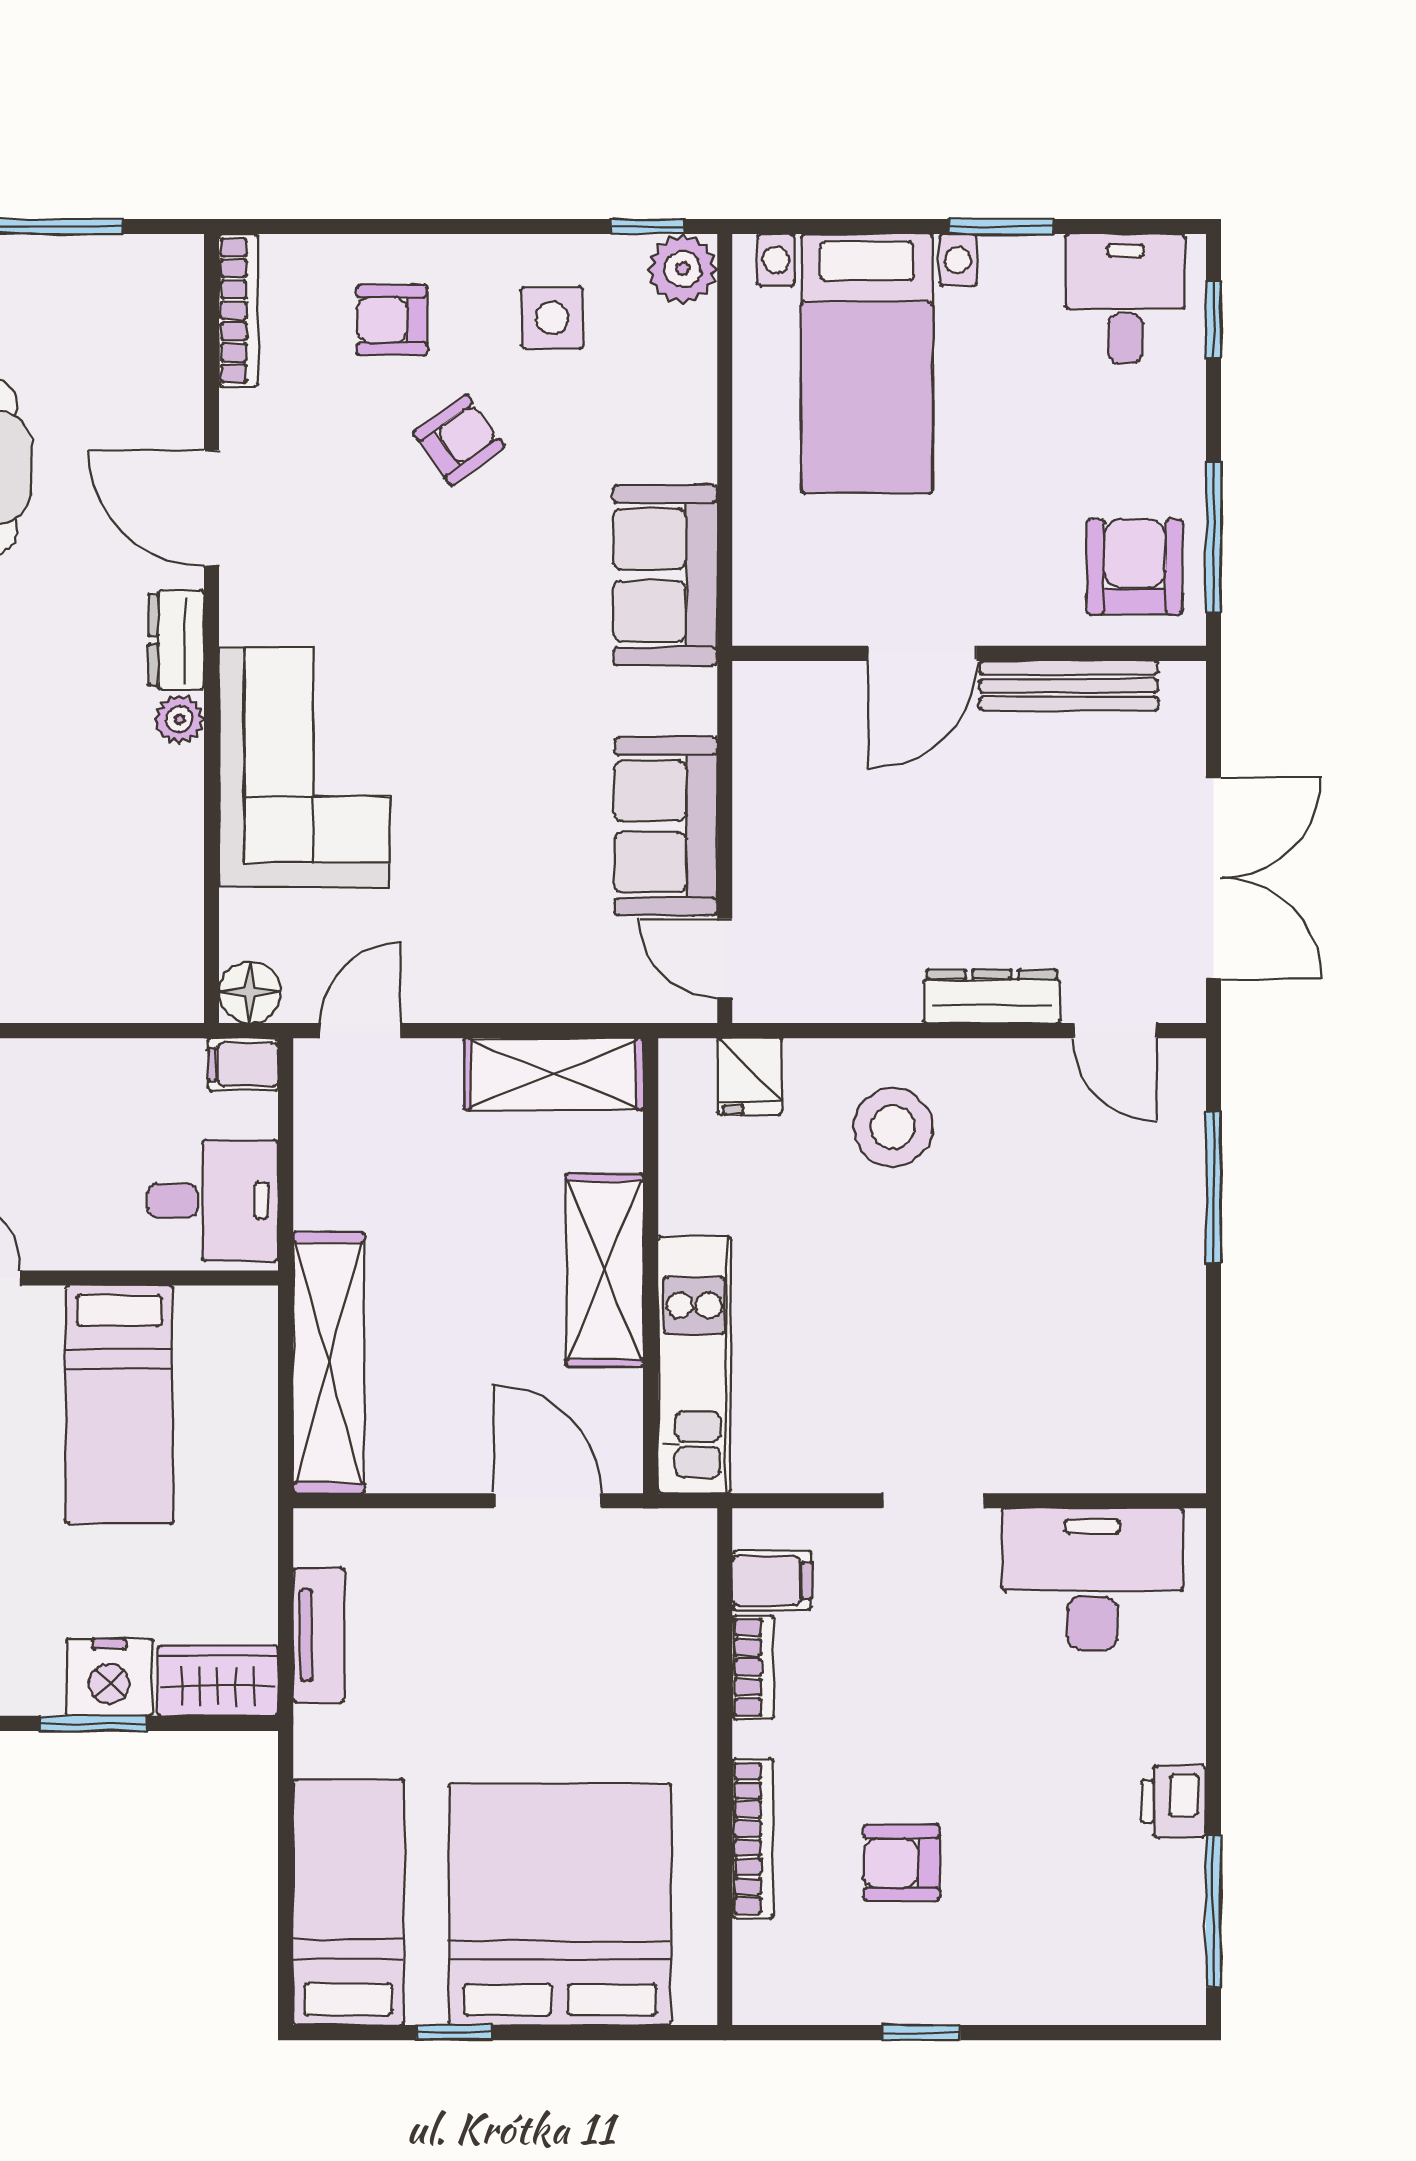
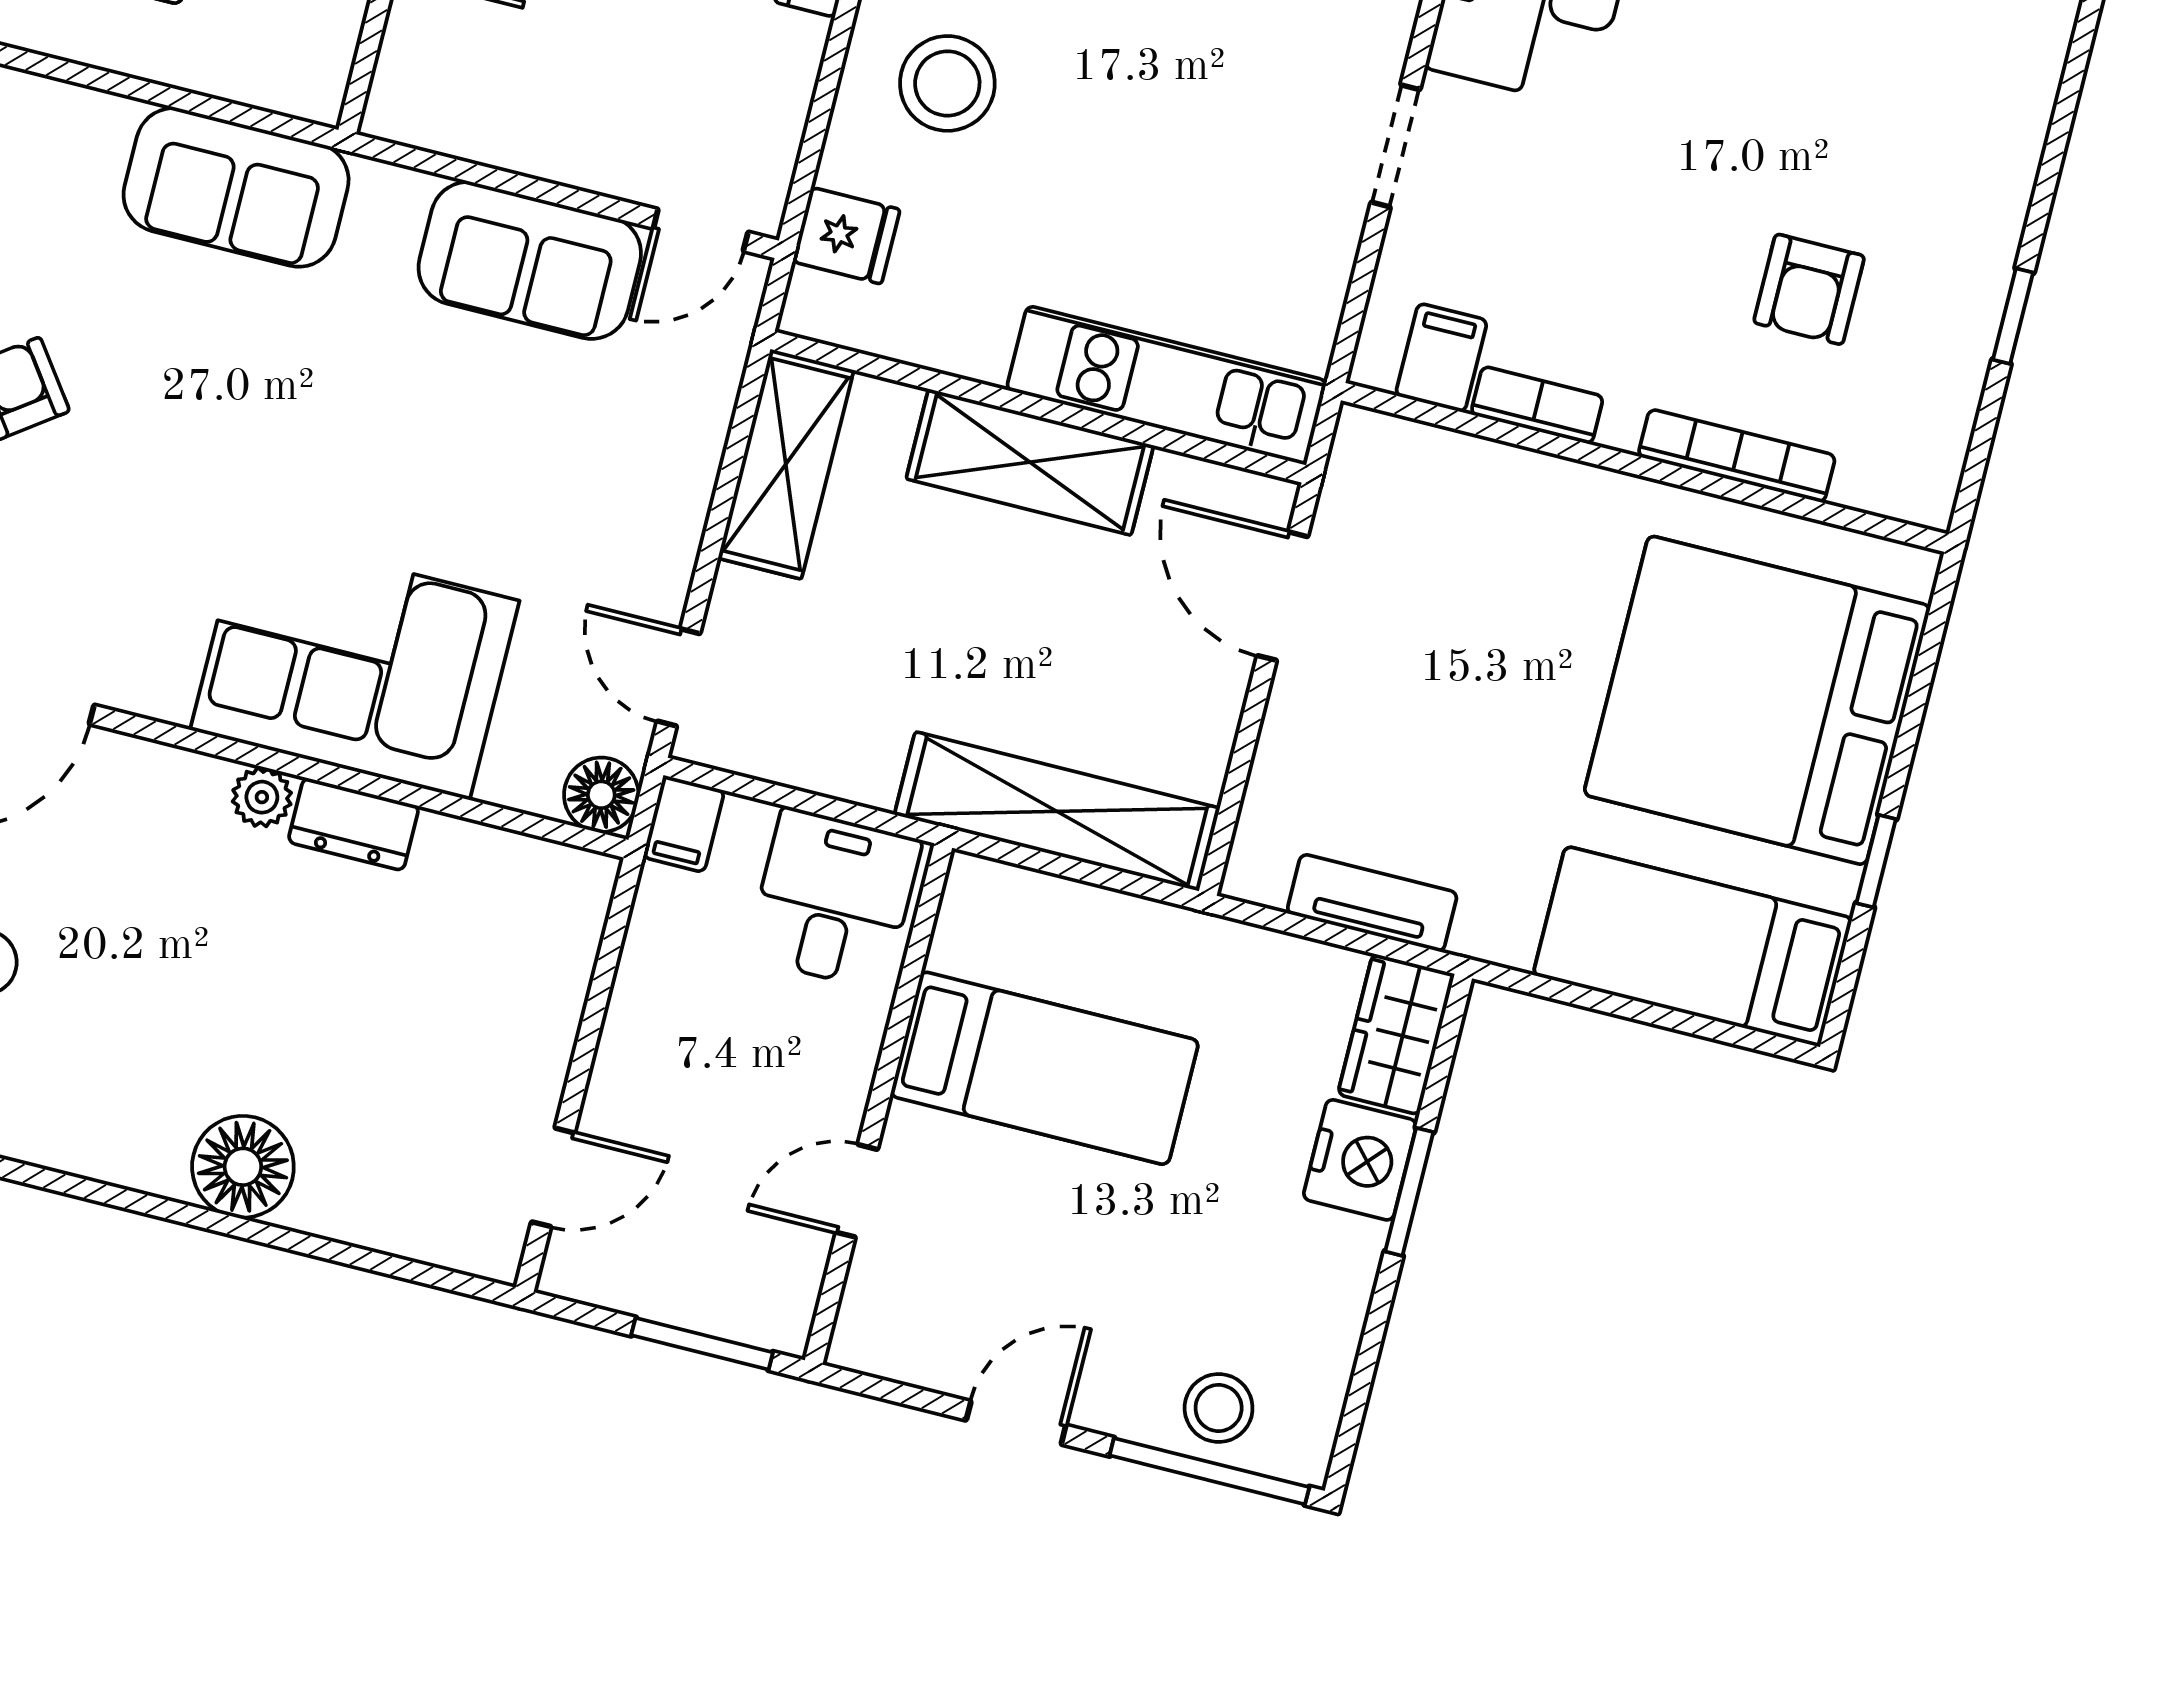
dresser: (176, 640) -> (354, 824), moved
door: (548, 1501) -> (1282, 596), hinge flipped

